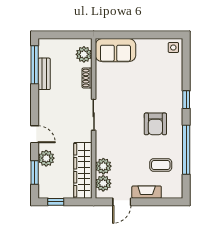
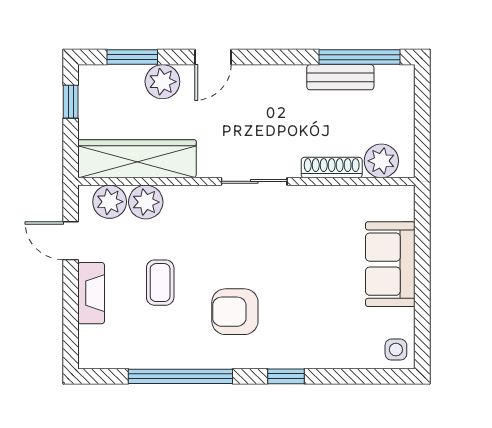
sofa: (115, 50) -> (390, 264), moved
shoe rack: (87, 78) -> (332, 168), width x1.43
coffee table: (161, 165) -> (160, 283), moved

